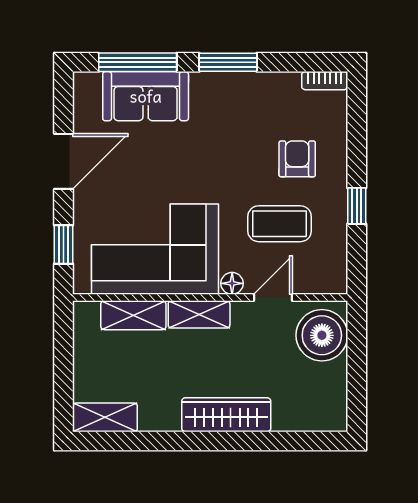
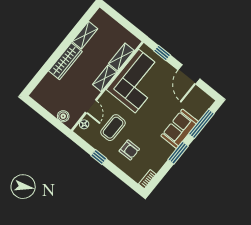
sofa: (146, 96) -> (180, 129), moved
floor lamp: (232, 283) -> (84, 124), moved
boiler: (322, 335) -> (63, 116), width x0.54, depth x0.54
shelving: (105, 417) -> (85, 35), moved

